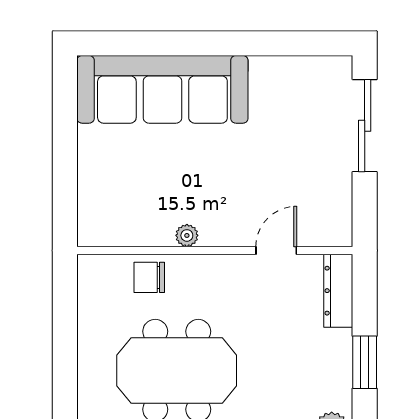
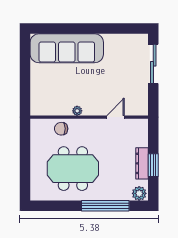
dresser: (338, 291) -> (142, 163), moved

